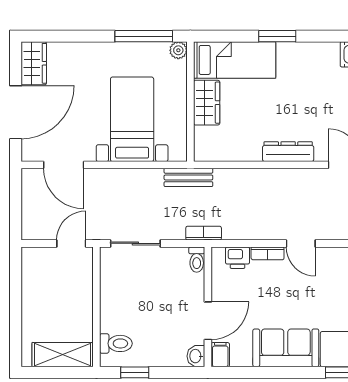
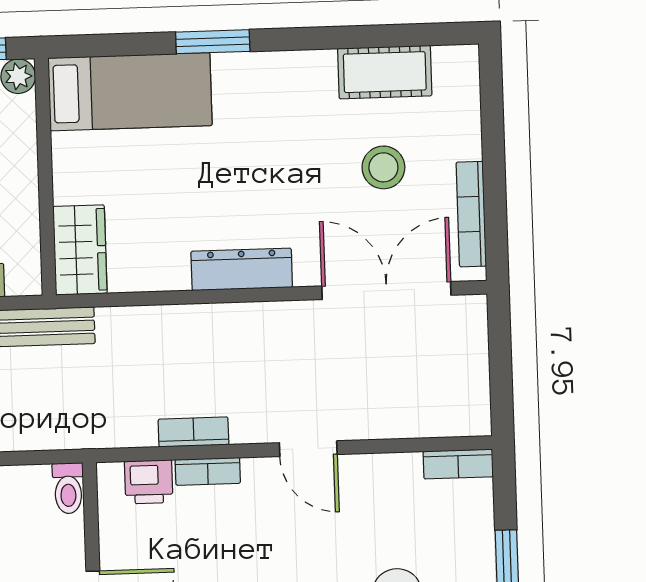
wardrobe: (207, 103) -> (80, 250), moved
bookcase: (204, 233) -> (193, 432), moved
door: (301, 243) -> (308, 449), moved

